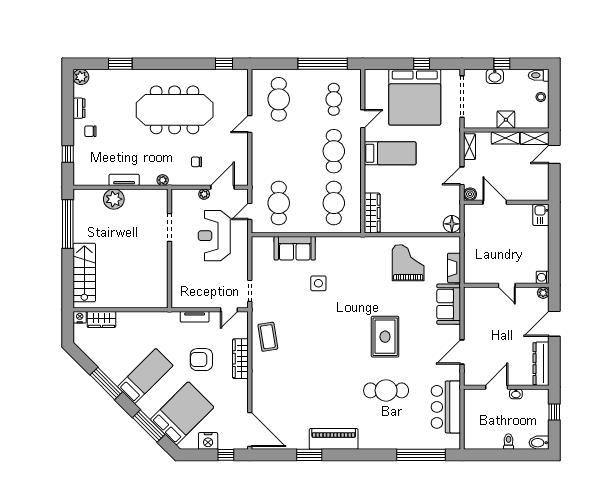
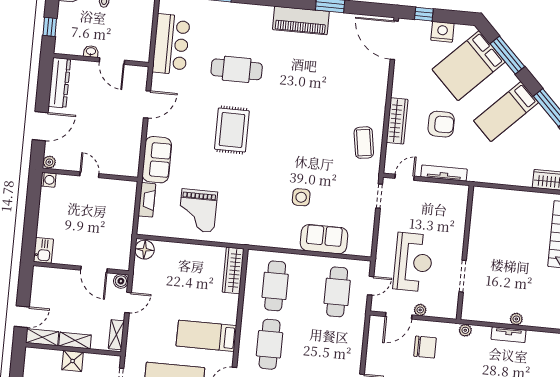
chair: (197, 162) -> (425, 347), width x1.87, depth x1.87
plant: (114, 199) -> (516, 319), width x0.53, depth x0.53
tv unit: (195, 317) -> (444, 173), width x1.41
door: (497, 387) -> (112, 61), hinge flipped

